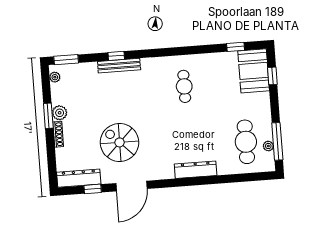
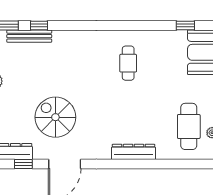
window: (116, 56) -> (39, 26), moved
bench: (119, 66) -> (29, 36), moved

